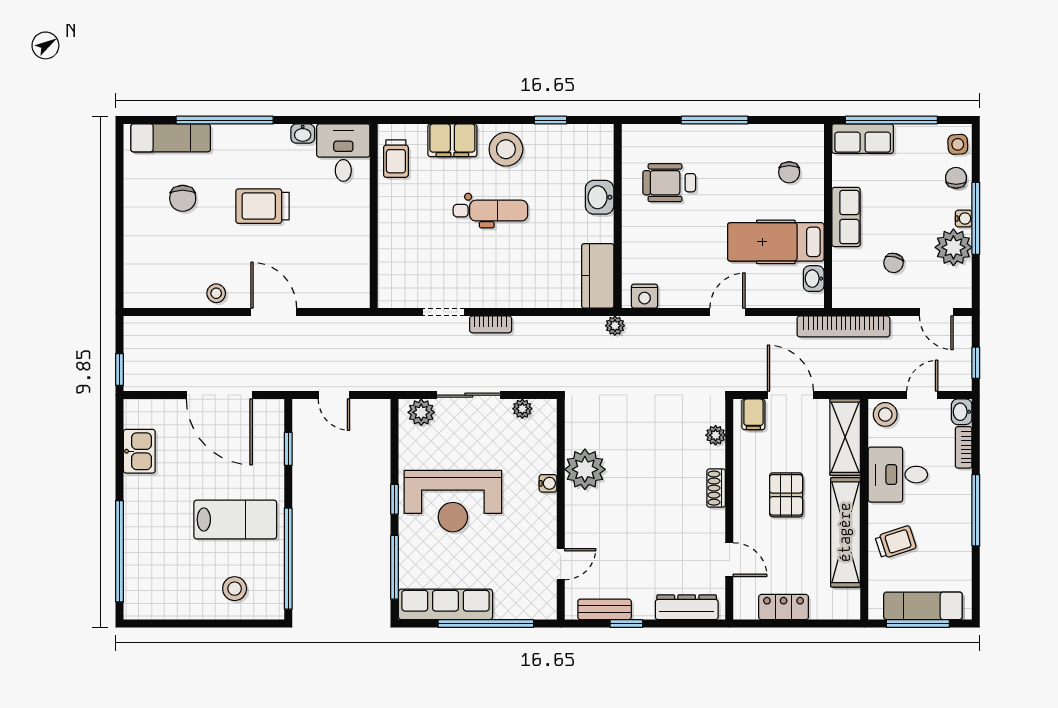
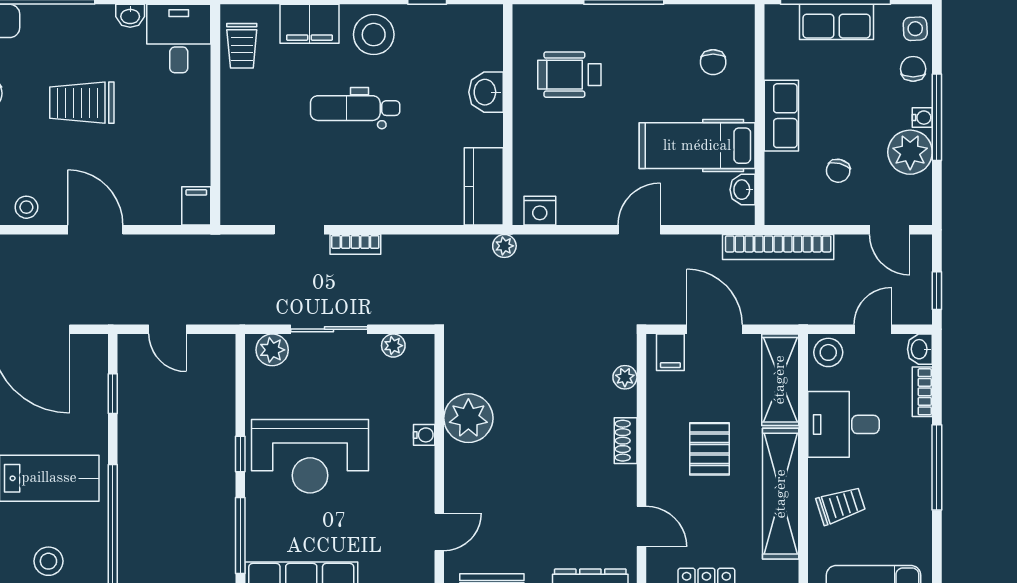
row of seats: (863, 139) -> (836, 22), moved
dental chair: (490, 211) -> (355, 108), turned 180
filing cabinet: (358, 292) -> (196, 206), added

